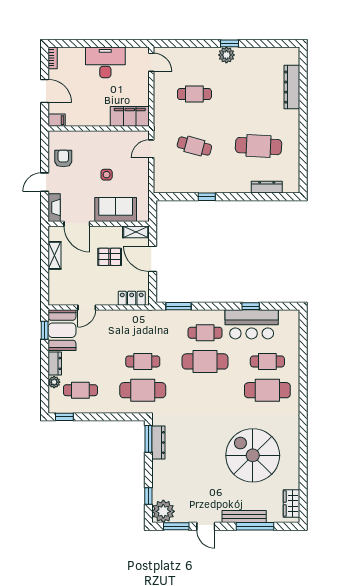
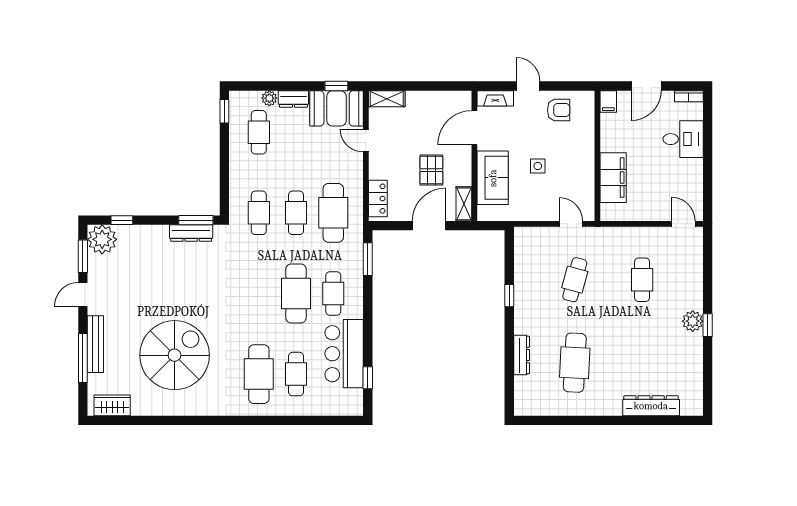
desk: (105, 62) -> (683, 139), moved, width x0.73
door: (151, 62) -> (683, 224), swing flipped
filing cabinet: (130, 116) -> (613, 178), moved
dresser: (267, 187) -> (522, 355), moved
shelving: (55, 255) -> (387, 99), moved
window: (251, 306) -> (368, 378), moved
cafe table: (143, 333) -> (333, 213), added
cafe table: (143, 390) -> (259, 213), width x0.73, depth x0.74

